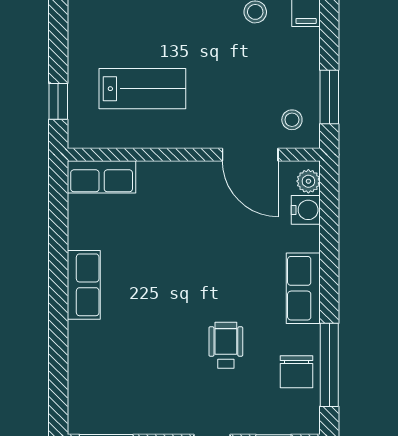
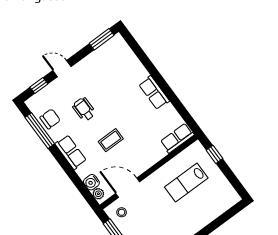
coffee table: (219, 258) -> (111, 140), added
wheelchair: (226, 345) -> (84, 109), turned 180
chair: (296, 372) -> (50, 119), turned 90

